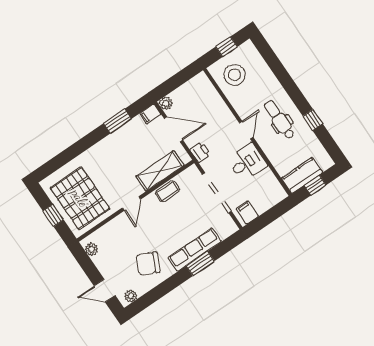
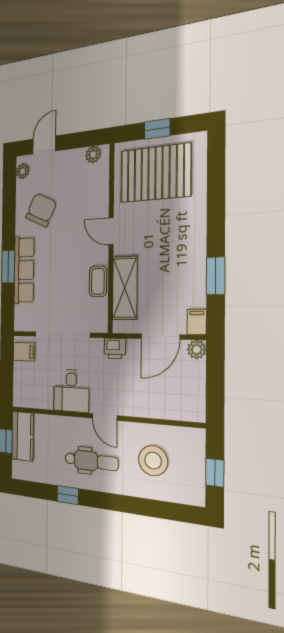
stool: (235, 75) -> (153, 461), moved

